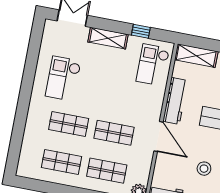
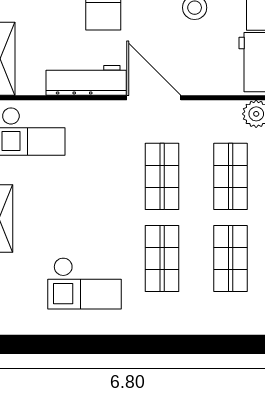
door: (158, 137) -> (154, 98), hinge flipped

